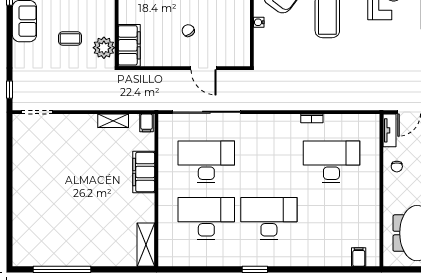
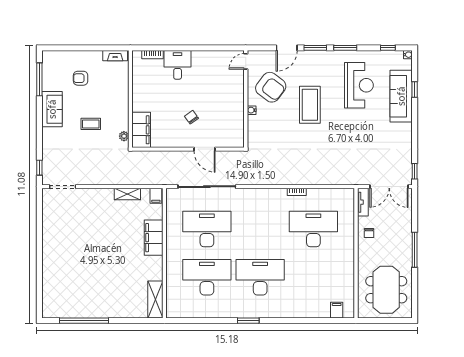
plant: (104, 48) -> (124, 136), width x0.53, depth x0.53

